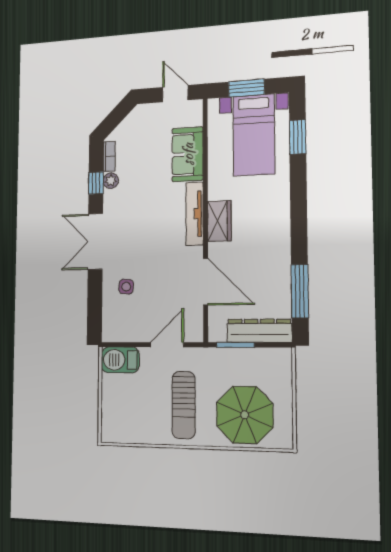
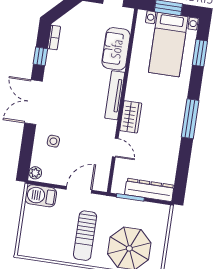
plant: (111, 181) -> (35, 173), moved
wardrobe: (219, 221) -> (131, 117), moved
door: (206, 282) -> (115, 148), width x0.53
window: (300, 291) -> (190, 119), moved

